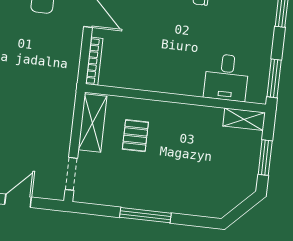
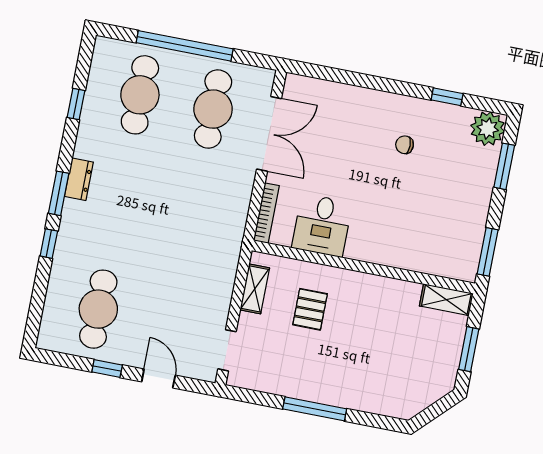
desk: (226, 77) -> (322, 225), moved
shelving: (92, 123) -> (255, 289), width x0.67, depth x0.75
door: (18, 201) -> (158, 378), hinge flipped

